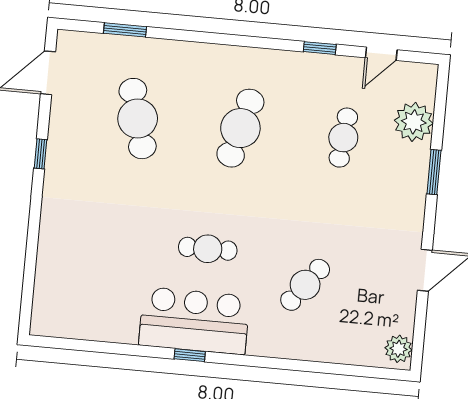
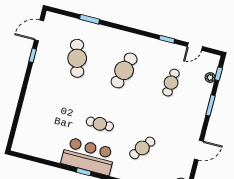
window: (125, 30) -> (90, 19), moved
window: (440, 103) -> (219, 74), added
plant: (414, 122) -> (210, 77), width x0.53, depth x0.53
window: (40, 154) -> (33, 55), moved

